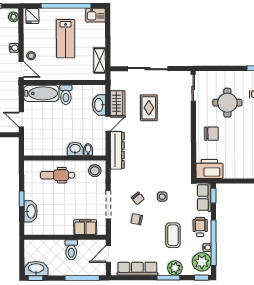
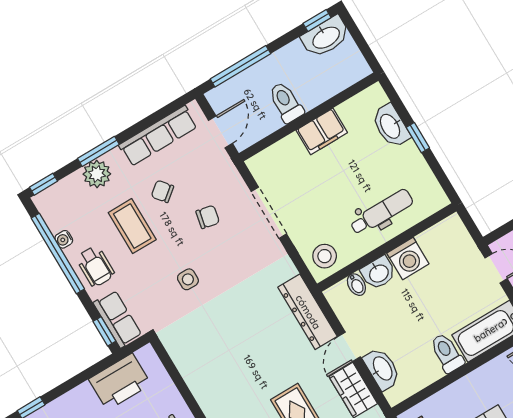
washing machine: (58, 147) -> (408, 258), added
printer: (209, 169) -> (120, 382), moved
chair: (138, 198) -> (162, 191), moved
filing cabinet: (85, 227) -> (322, 131), moved
plant: (202, 262) -> (59, 210), removed

